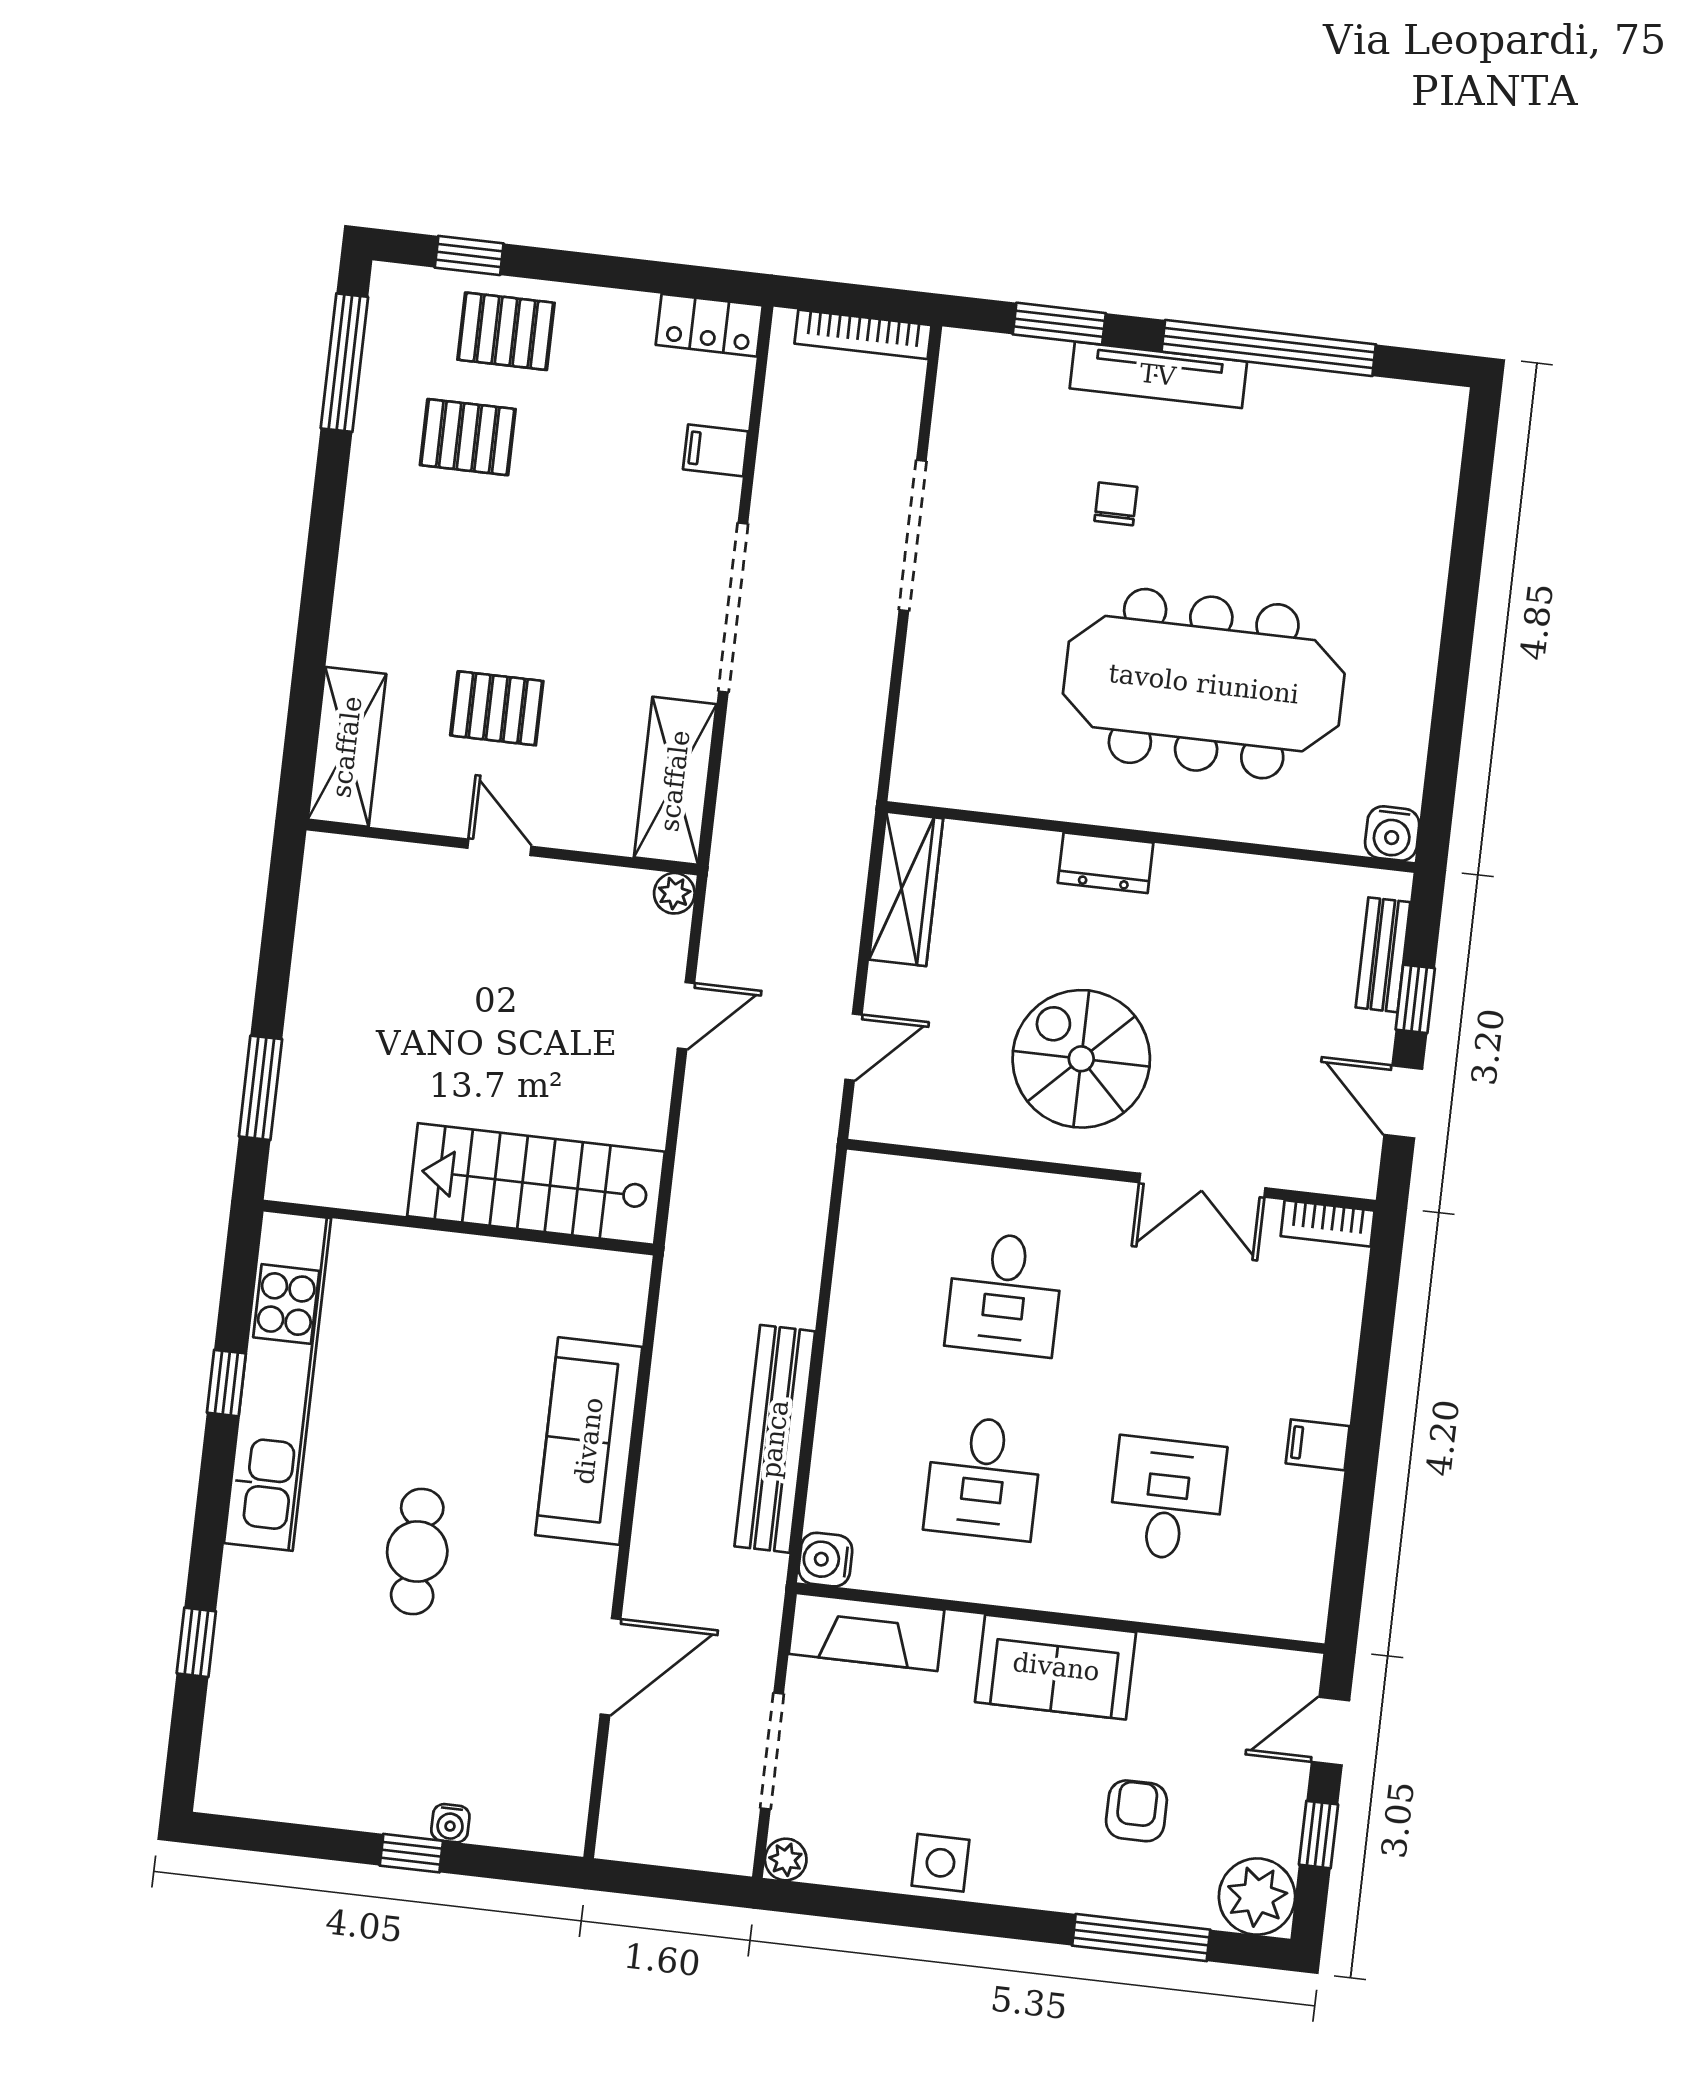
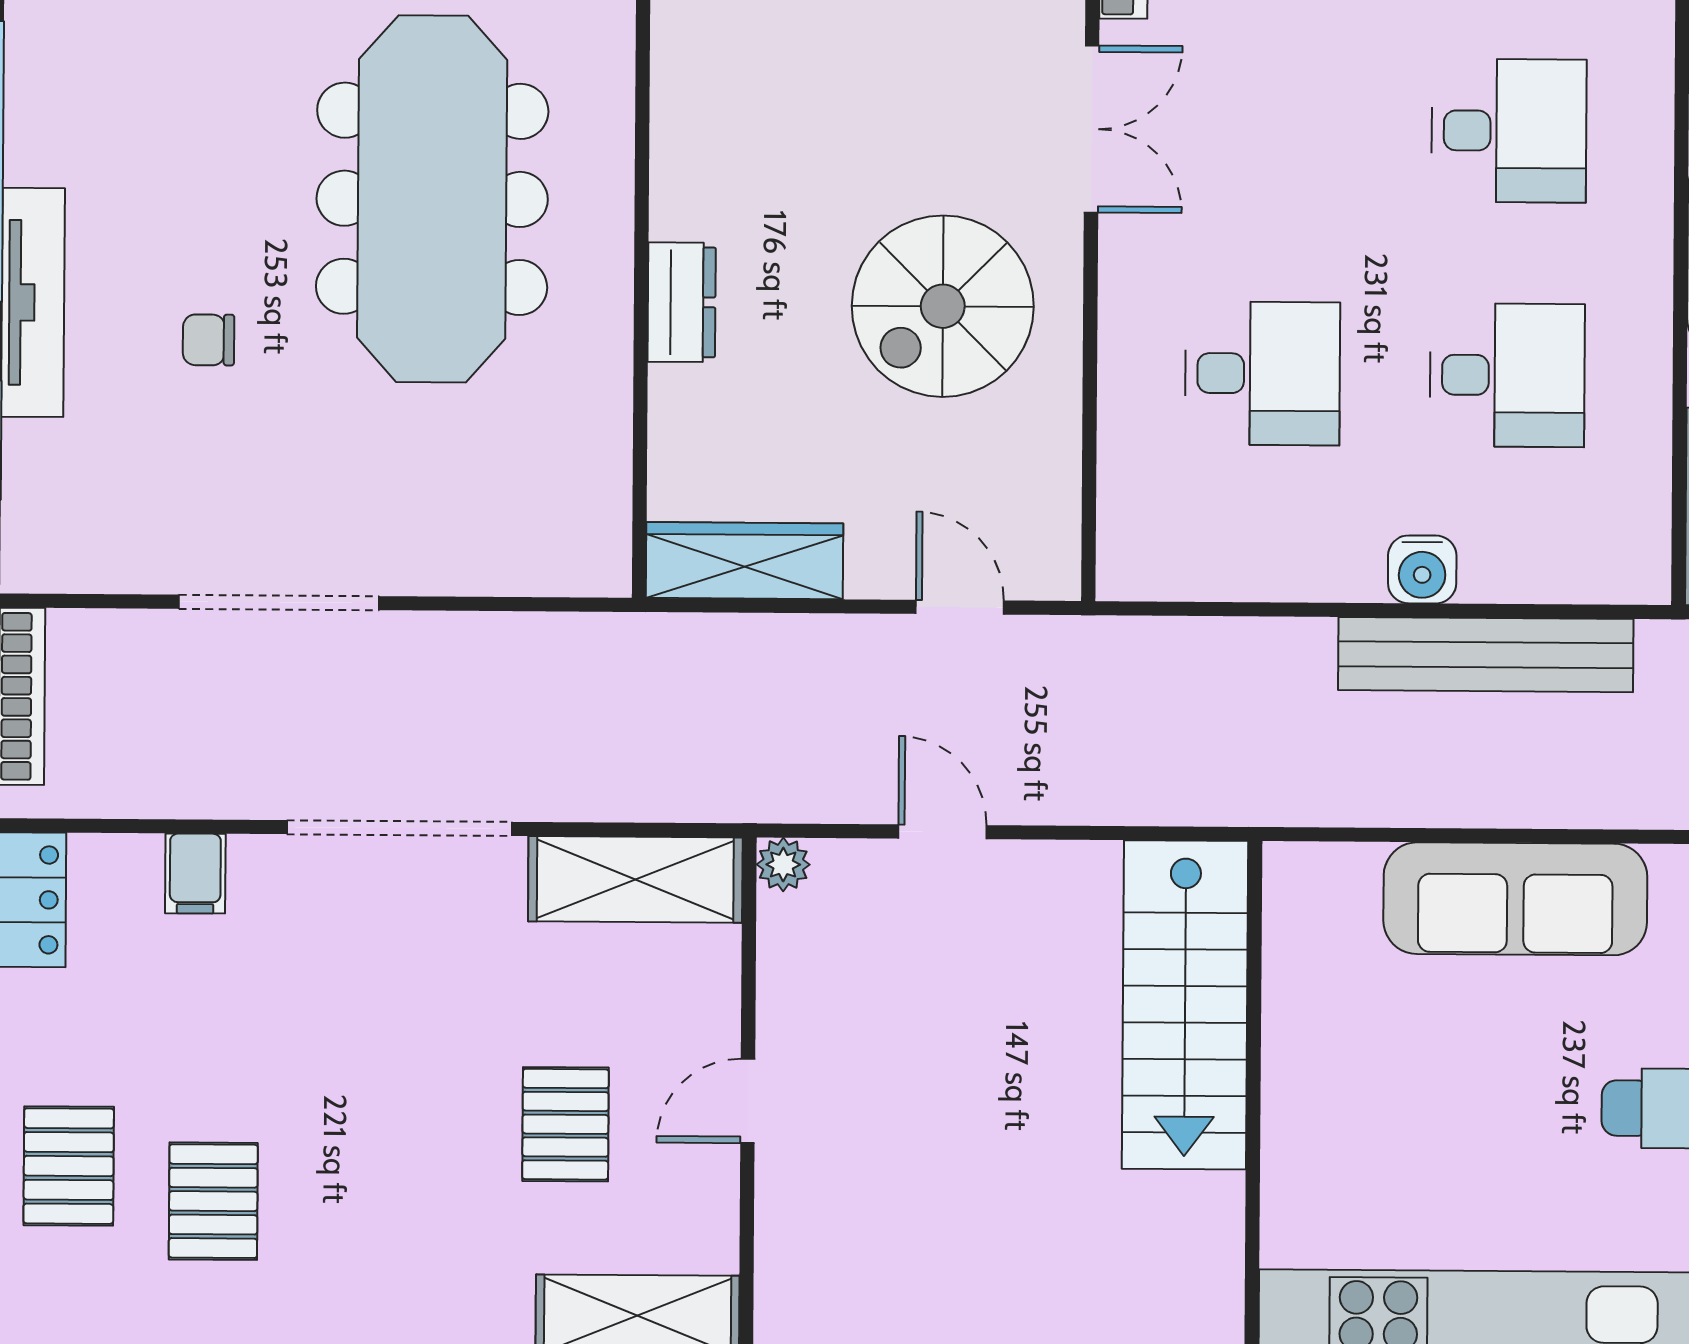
desk: (1167, 1499) -> (1509, 131), turned 180
water cooler: (825, 1560) -> (1422, 569), moved

